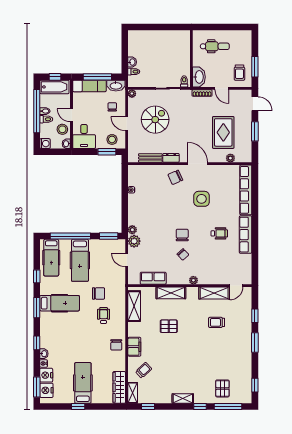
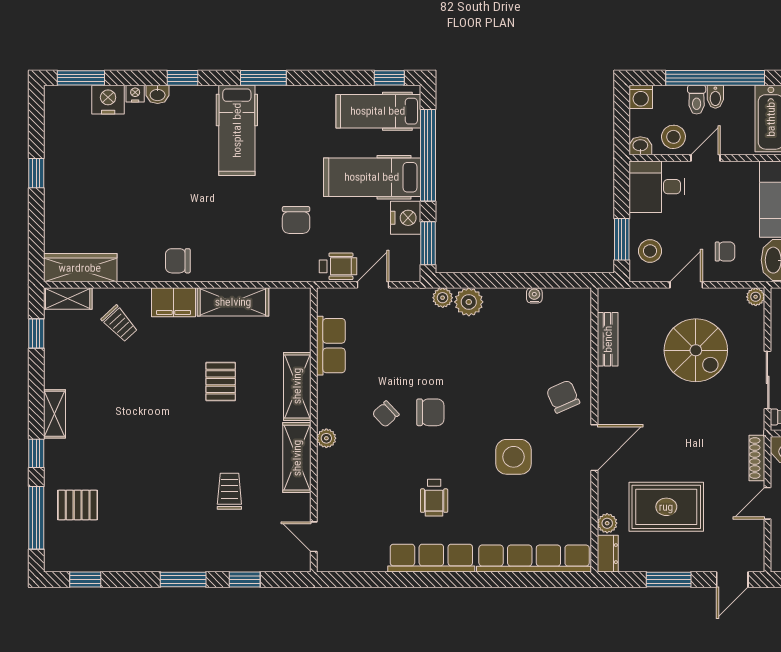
dresser: (171, 158) -> (608, 554), moved
plant: (134, 241) -> (469, 302), moved
window: (37, 276) -> (389, 78), moved
shelving: (214, 293) -> (297, 458), moved
hospital bed: (60, 303) -> (237, 130), moved
shelving: (134, 306) -> (233, 302), moved
wheelchair: (104, 316) -> (338, 266), moved
hospital bed: (83, 383) -> (90, 184), removed
nightstand: (46, 390) -> (406, 218), moved, turned 90

